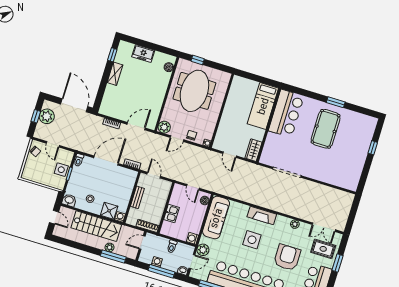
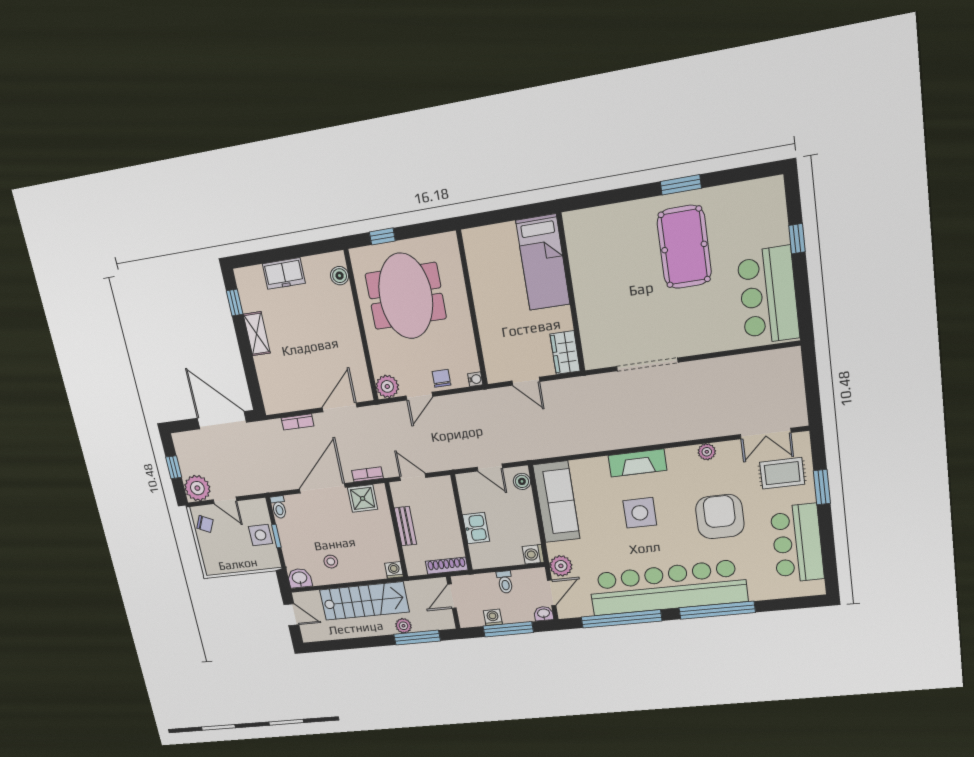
bar counter: (286, 113) -> (768, 296), moved, turned 180
plant: (47, 116) -> (197, 488), moved
shower: (109, 211) -> (363, 498), moved

